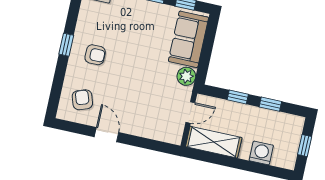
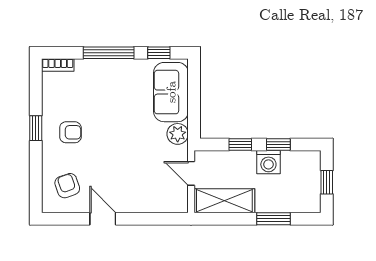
door: (190, 112) -> (191, 173), swing flipped
washing machine: (261, 153) -> (268, 162), moved, turned 180
window: (252, 167) -> (273, 219), added

